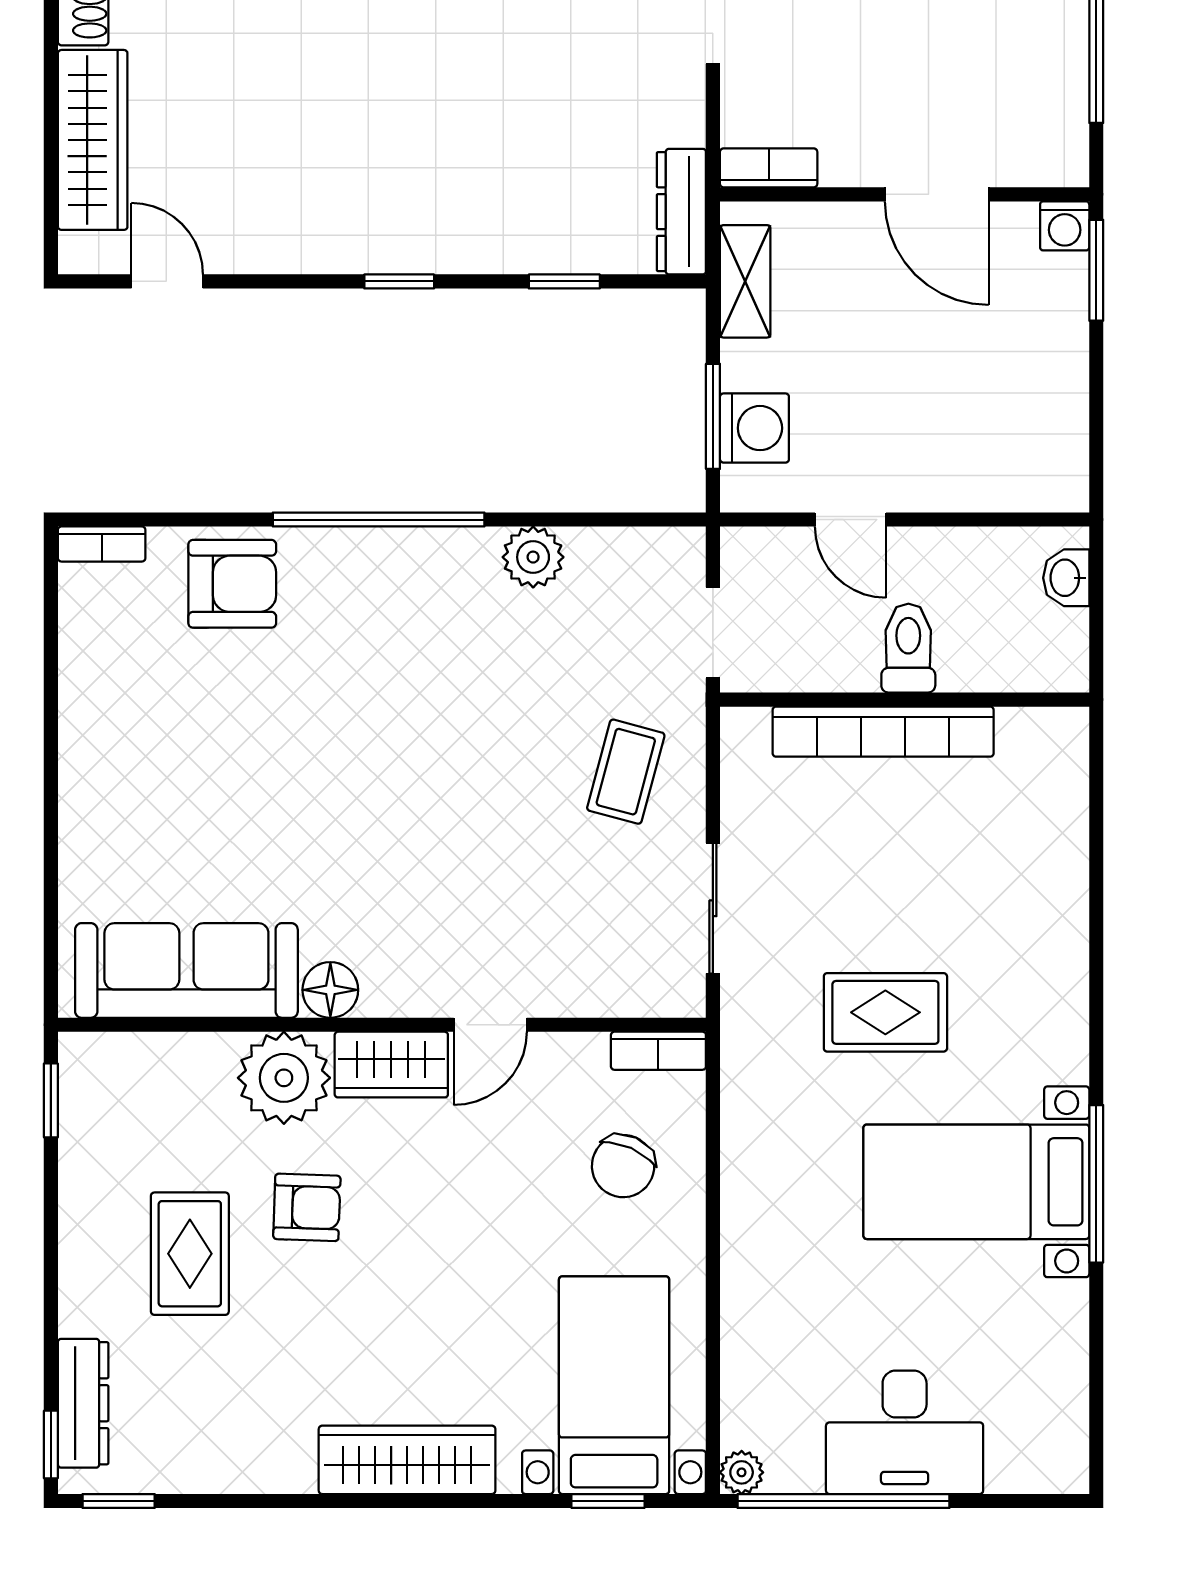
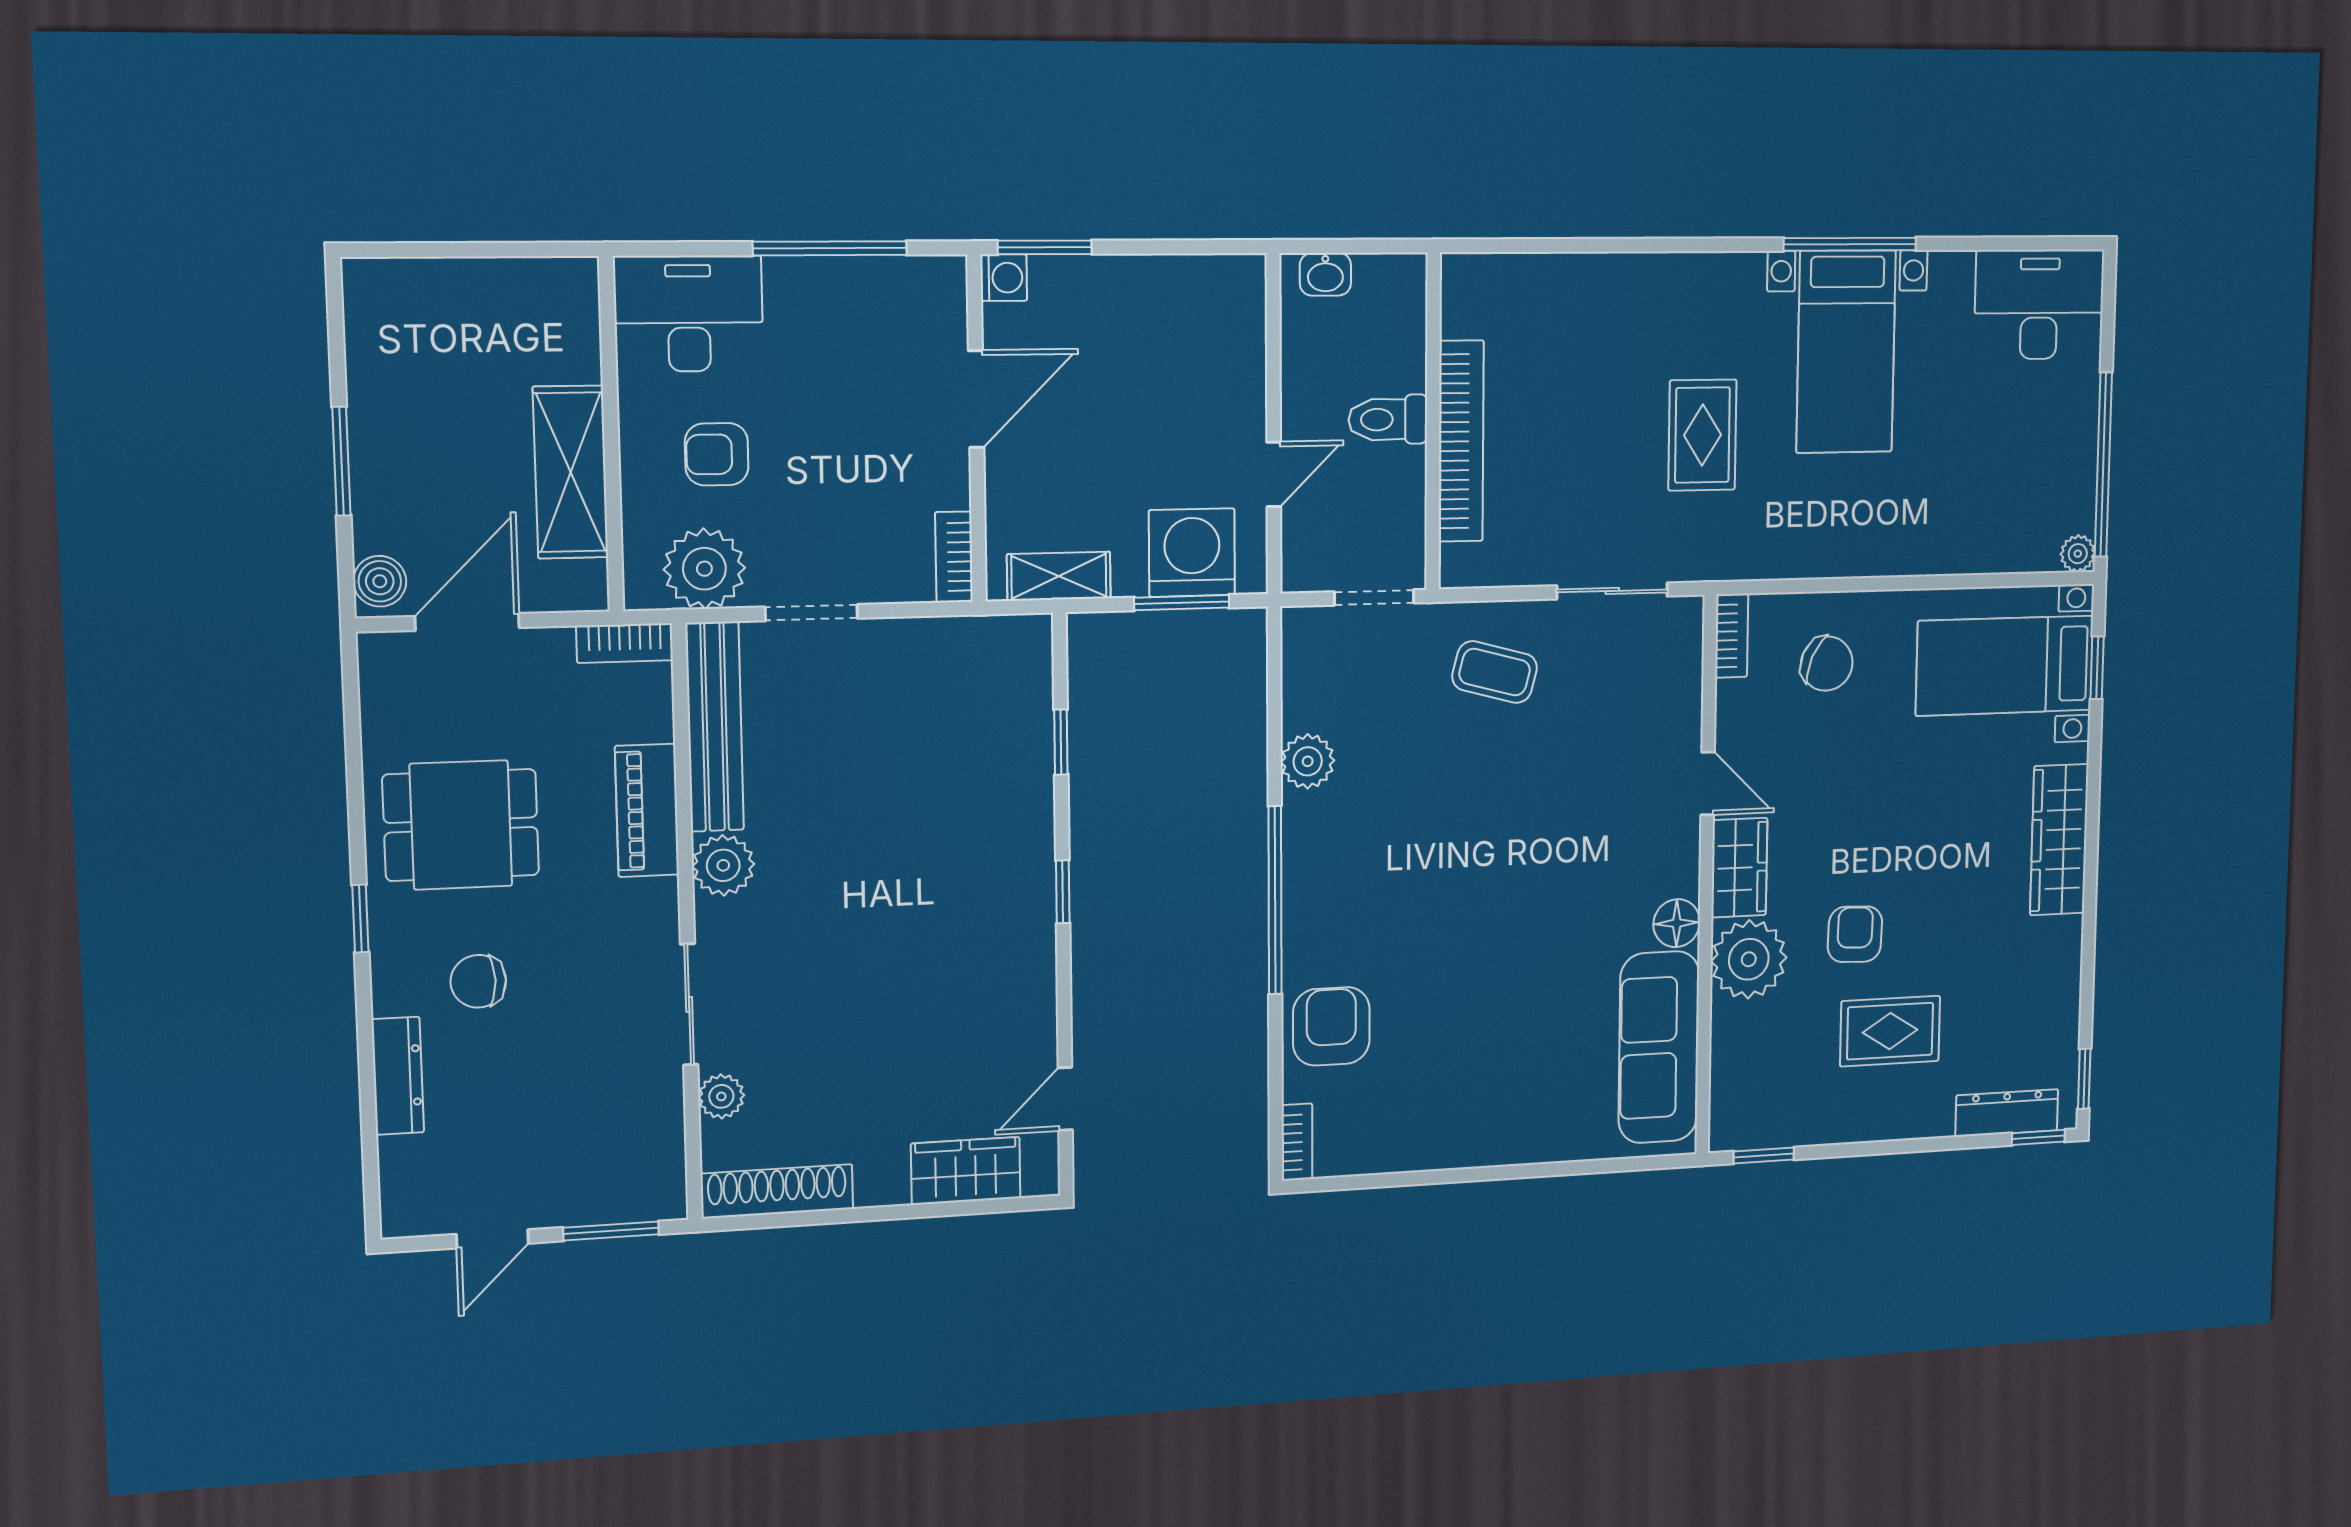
wardrobe: (93, 140) -> (966, 1171), width x0.67
dresser: (681, 212) -> (996, 637), removed
washing machine: (754, 428) -> (1192, 553), width x1.37, depth x1.37
desk: (905, 1432) -> (2039, 304), moved, turned -90

